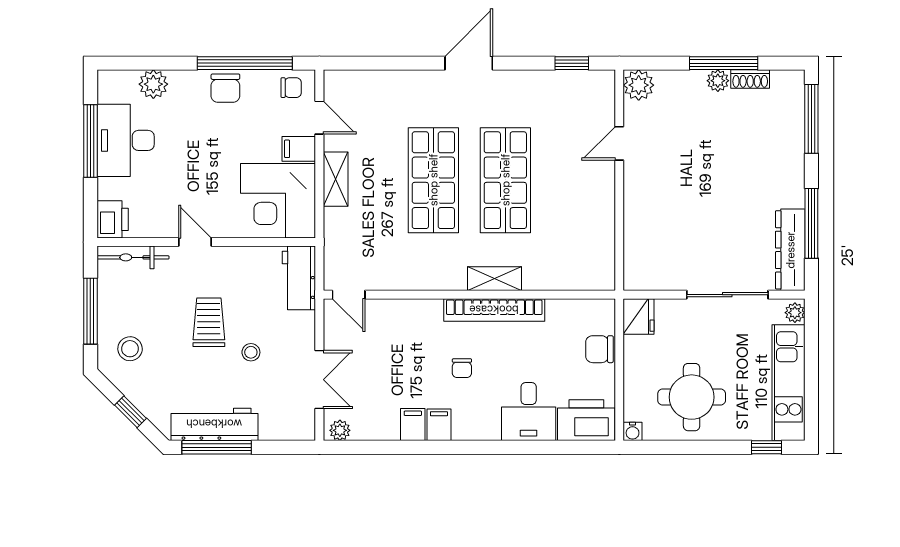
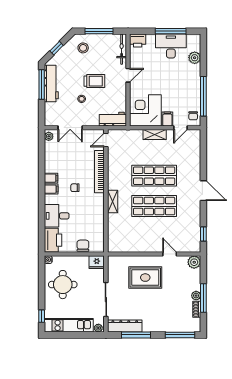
chair: (225, 88) -> (193, 88), removed
rug: (675, 201) -> (145, 278), added
bookcase: (494, 310) -> (99, 172), moved
filing cabinet: (413, 425) -> (51, 189), moved

